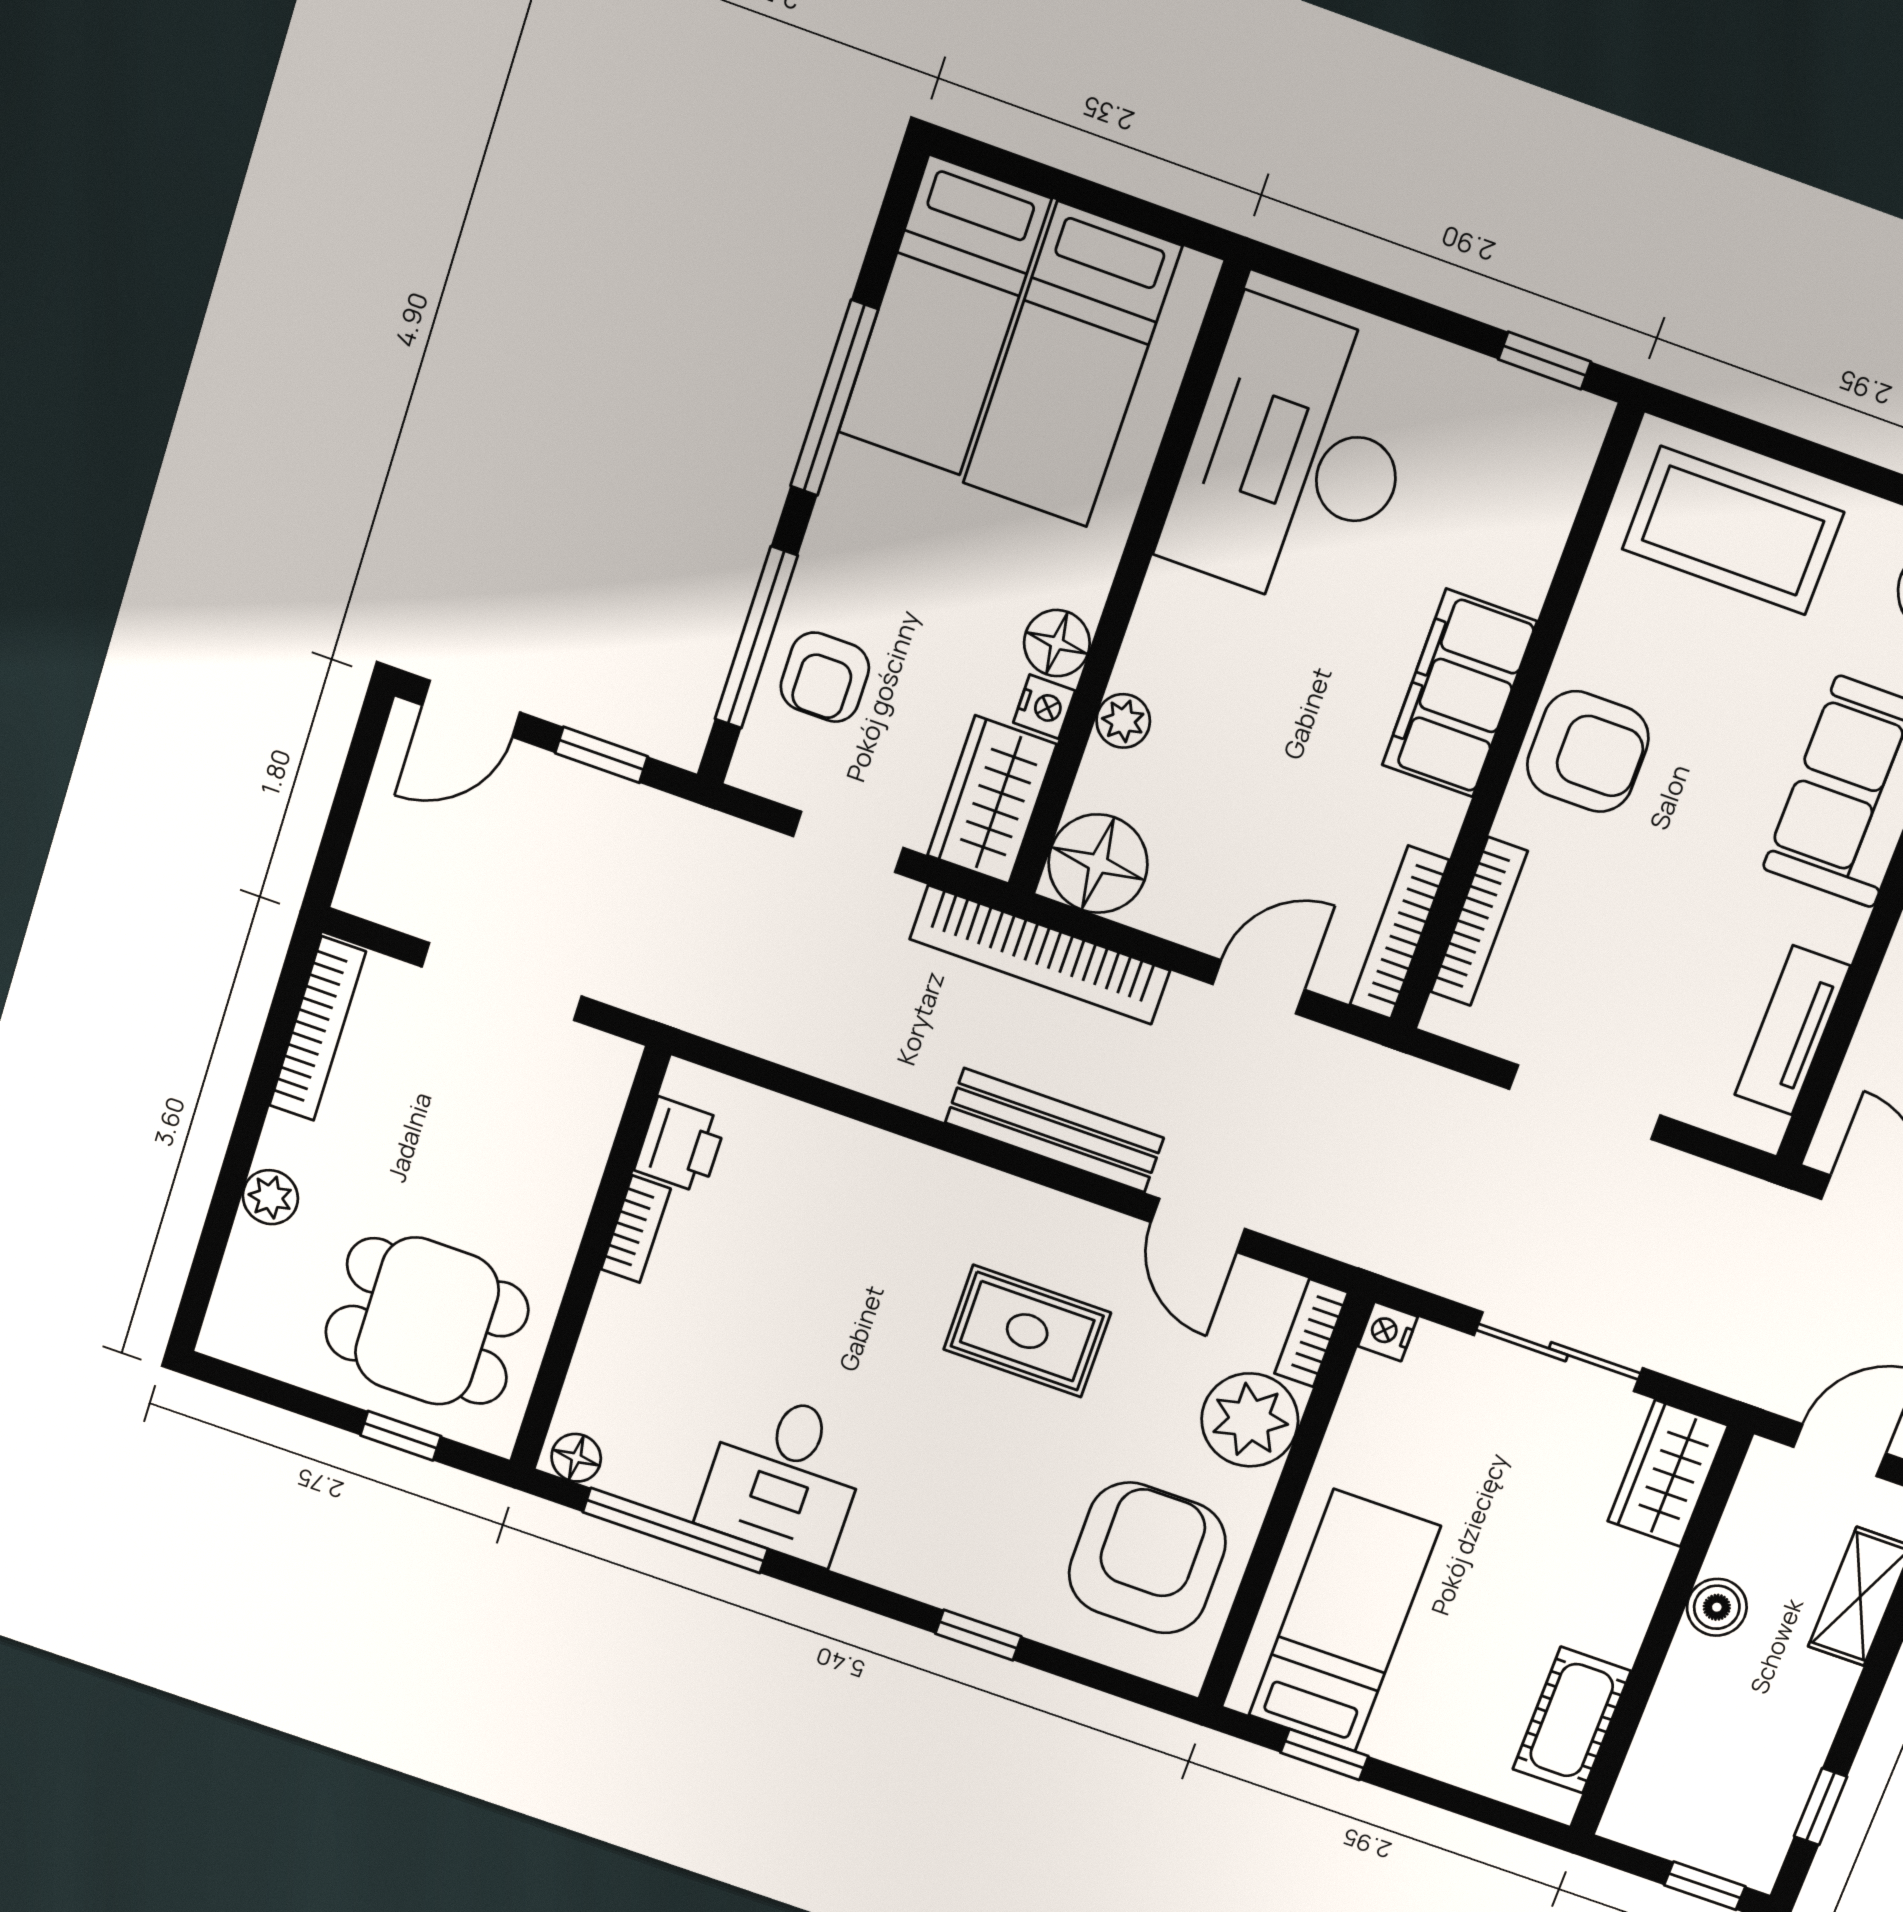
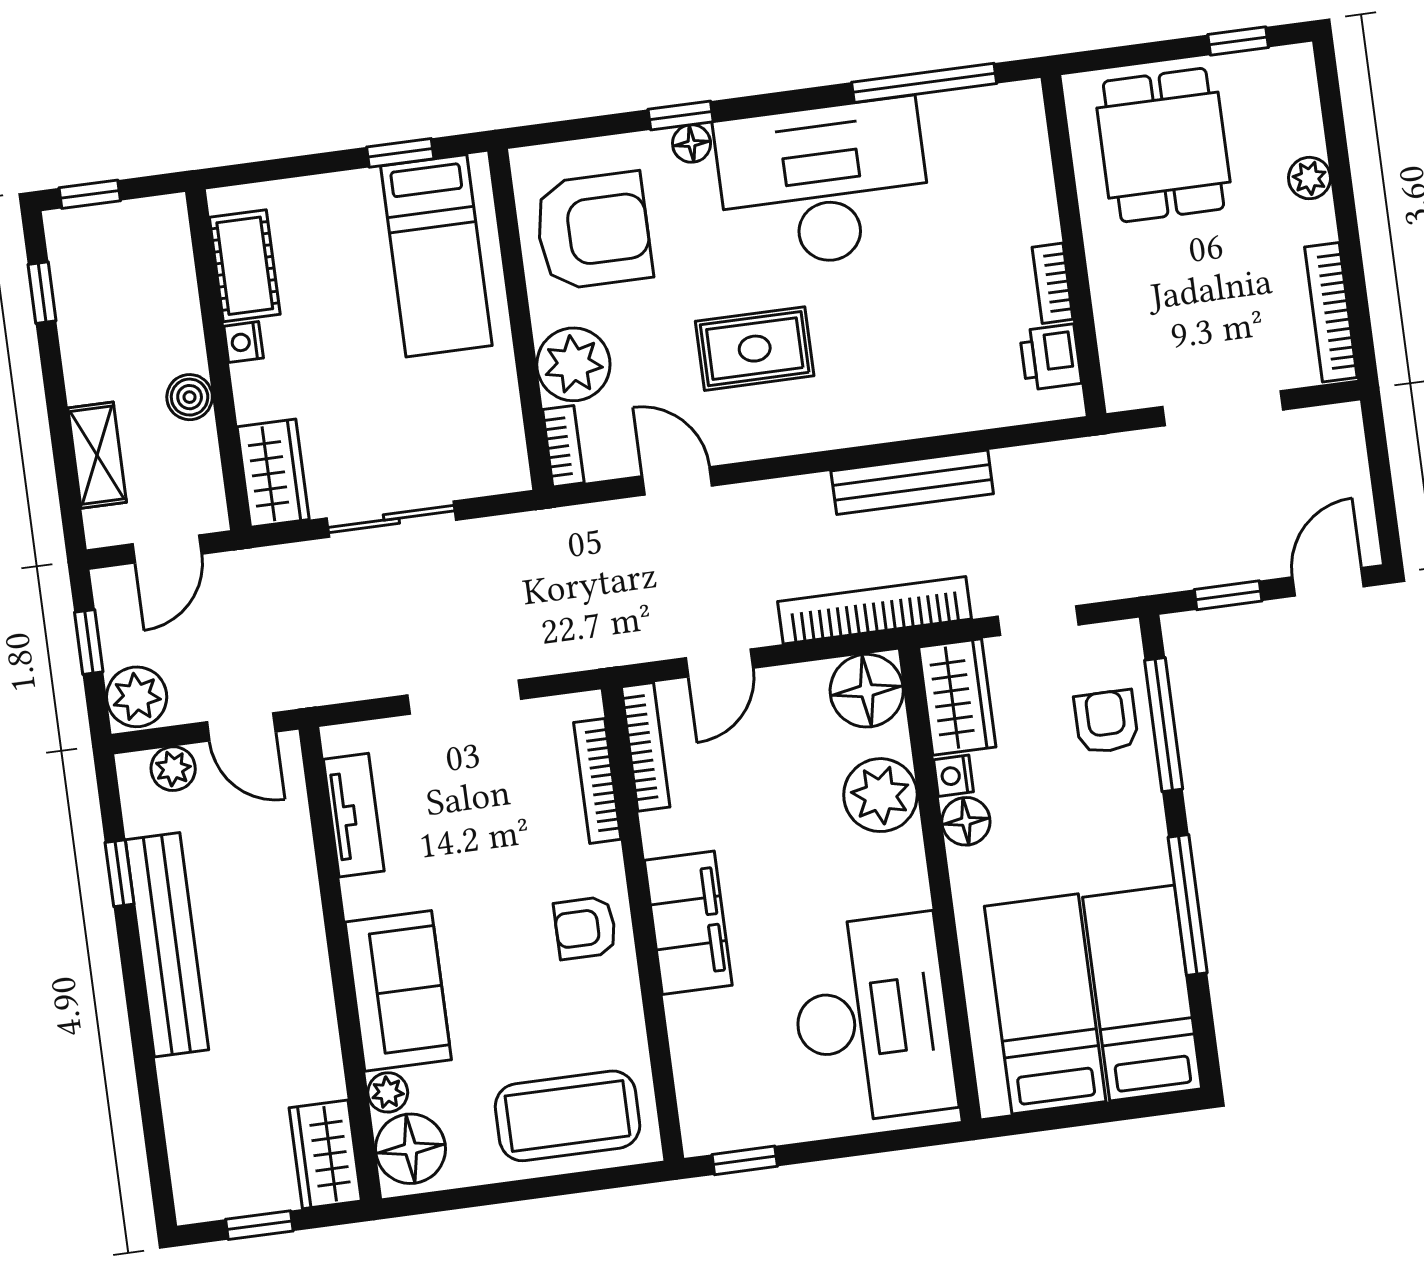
plant: (1123, 721) -> (880, 795), width x1.88, depth x1.88
armchair: (1588, 752) -> (585, 928), width x0.72, depth x0.72
bench: (1054, 1130) -> (912, 482), moved
dining table: (427, 1321) -> (1163, 145), turned 90
nightstand: (1388, 1331) -> (244, 342), moved, turned 180
window: (401, 1436) -> (1238, 41), moved
floor lamp: (576, 1458) -> (692, 143), moved
desk: (784, 1477) -> (823, 184), width x1.87, depth x1.30
armchair: (1147, 1558) -> (593, 231), turned -90

